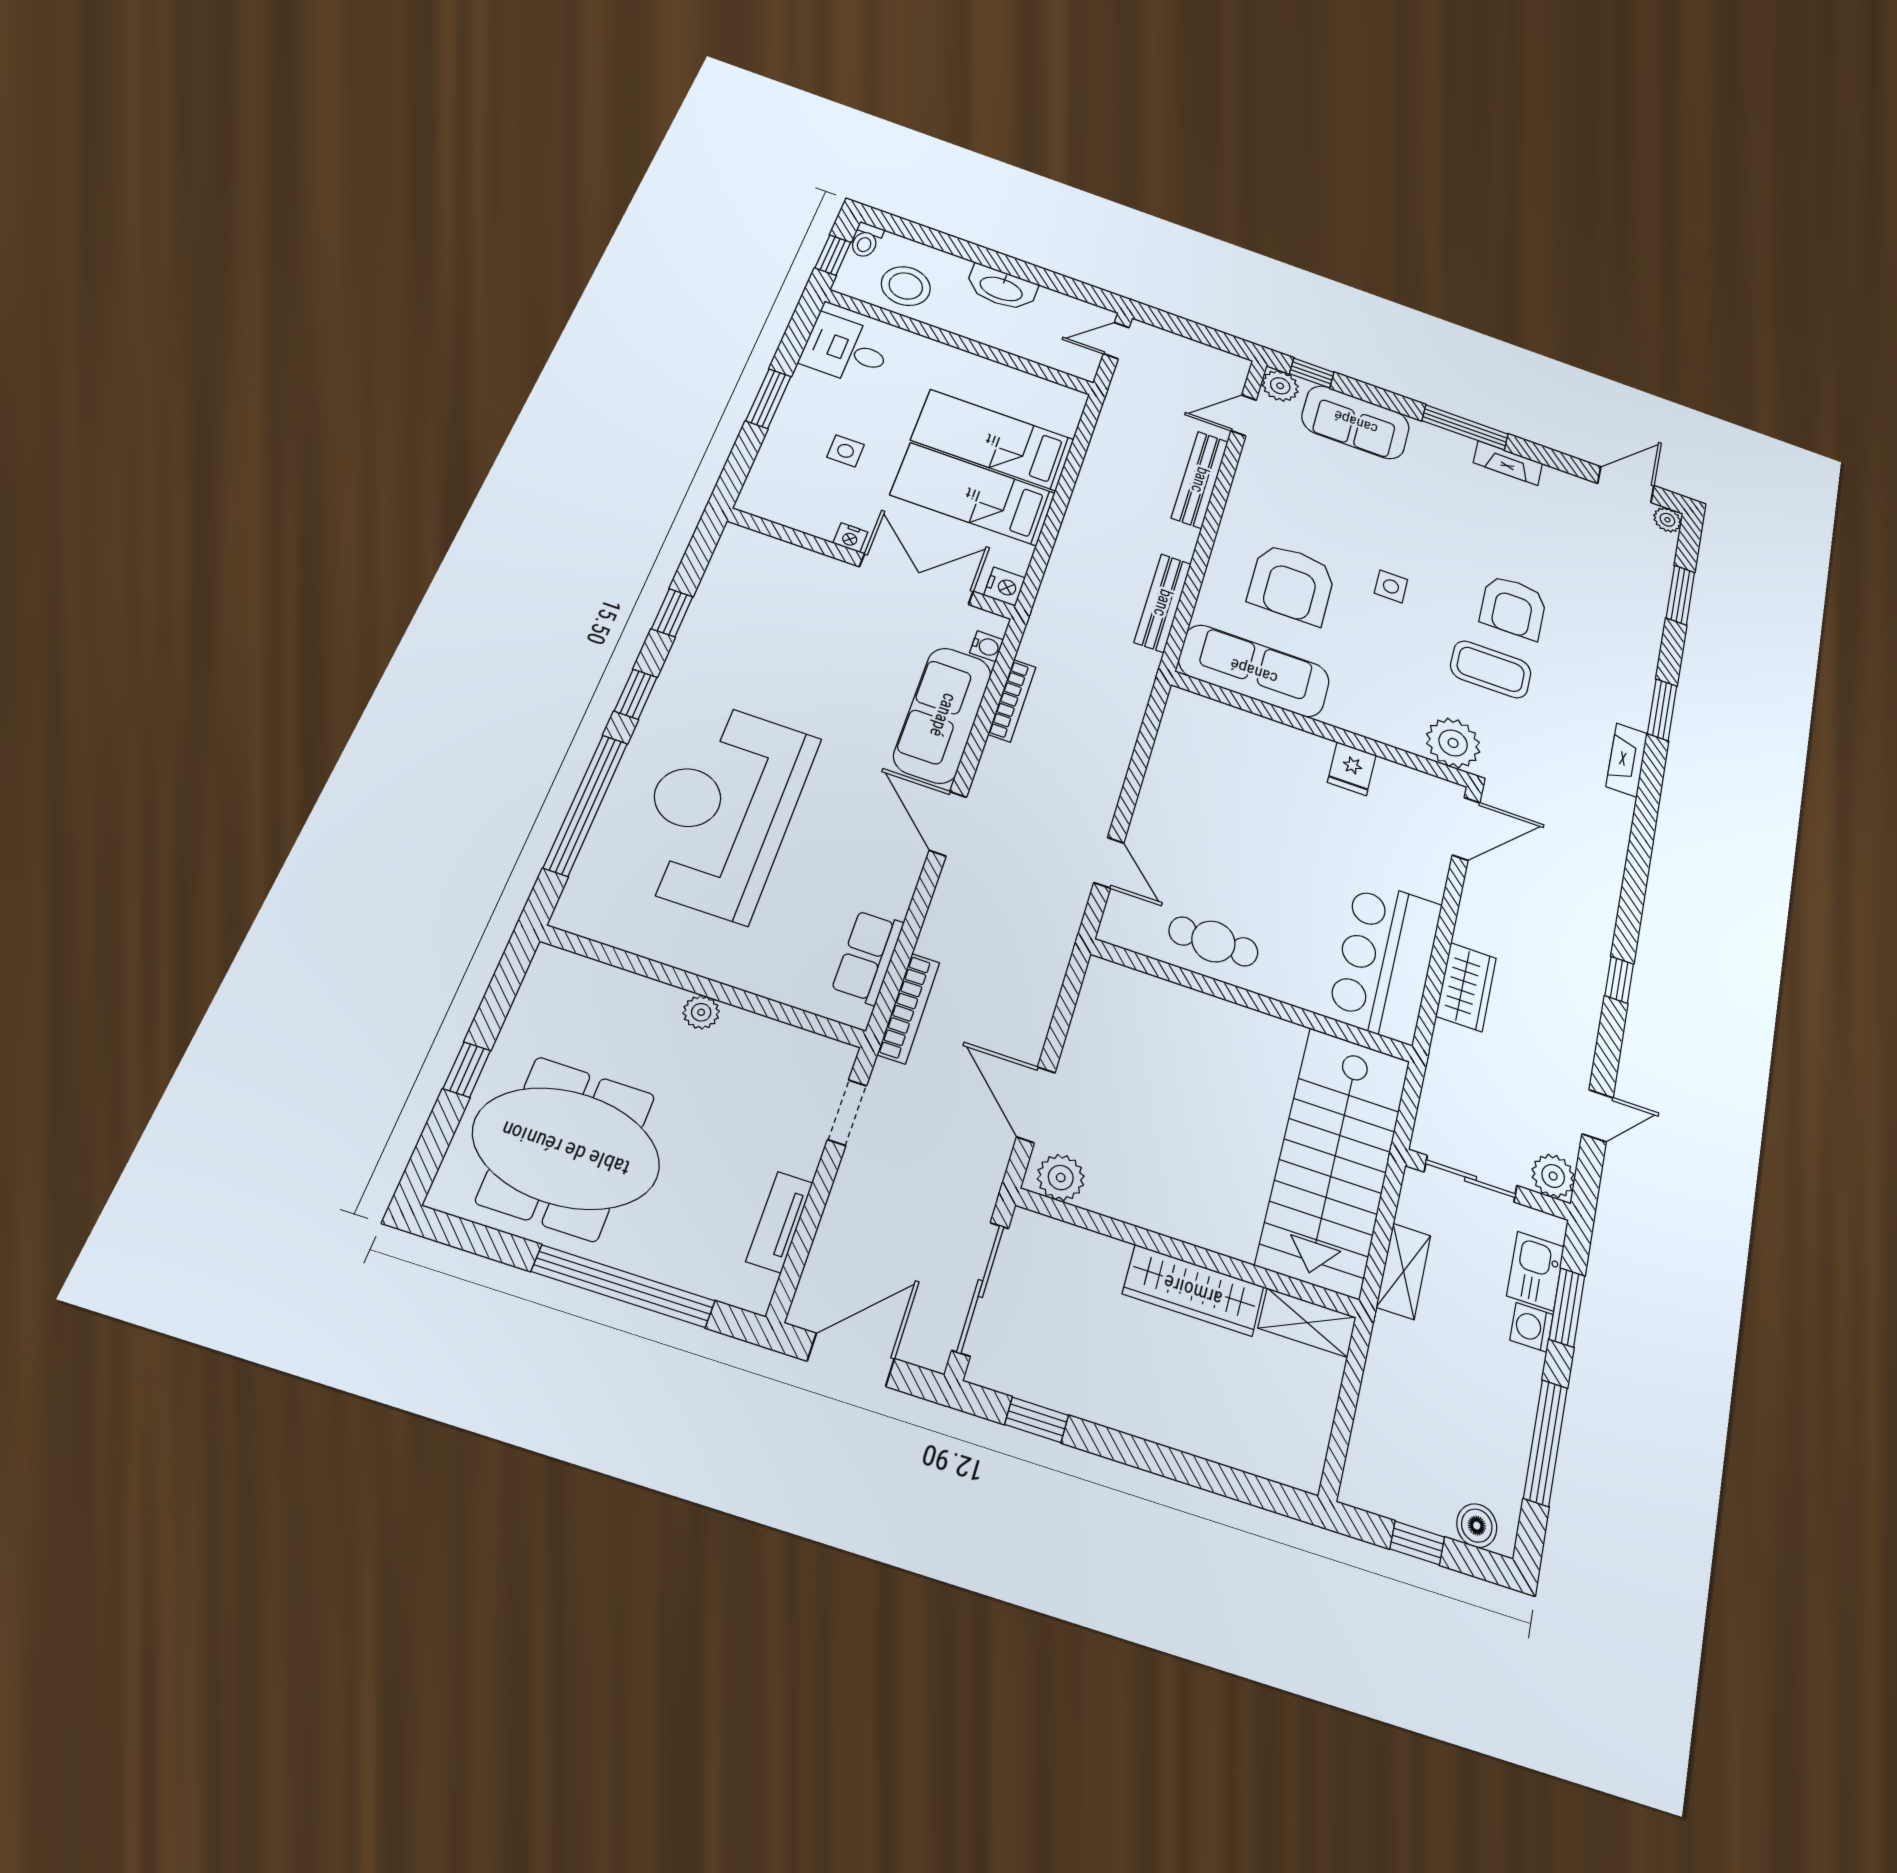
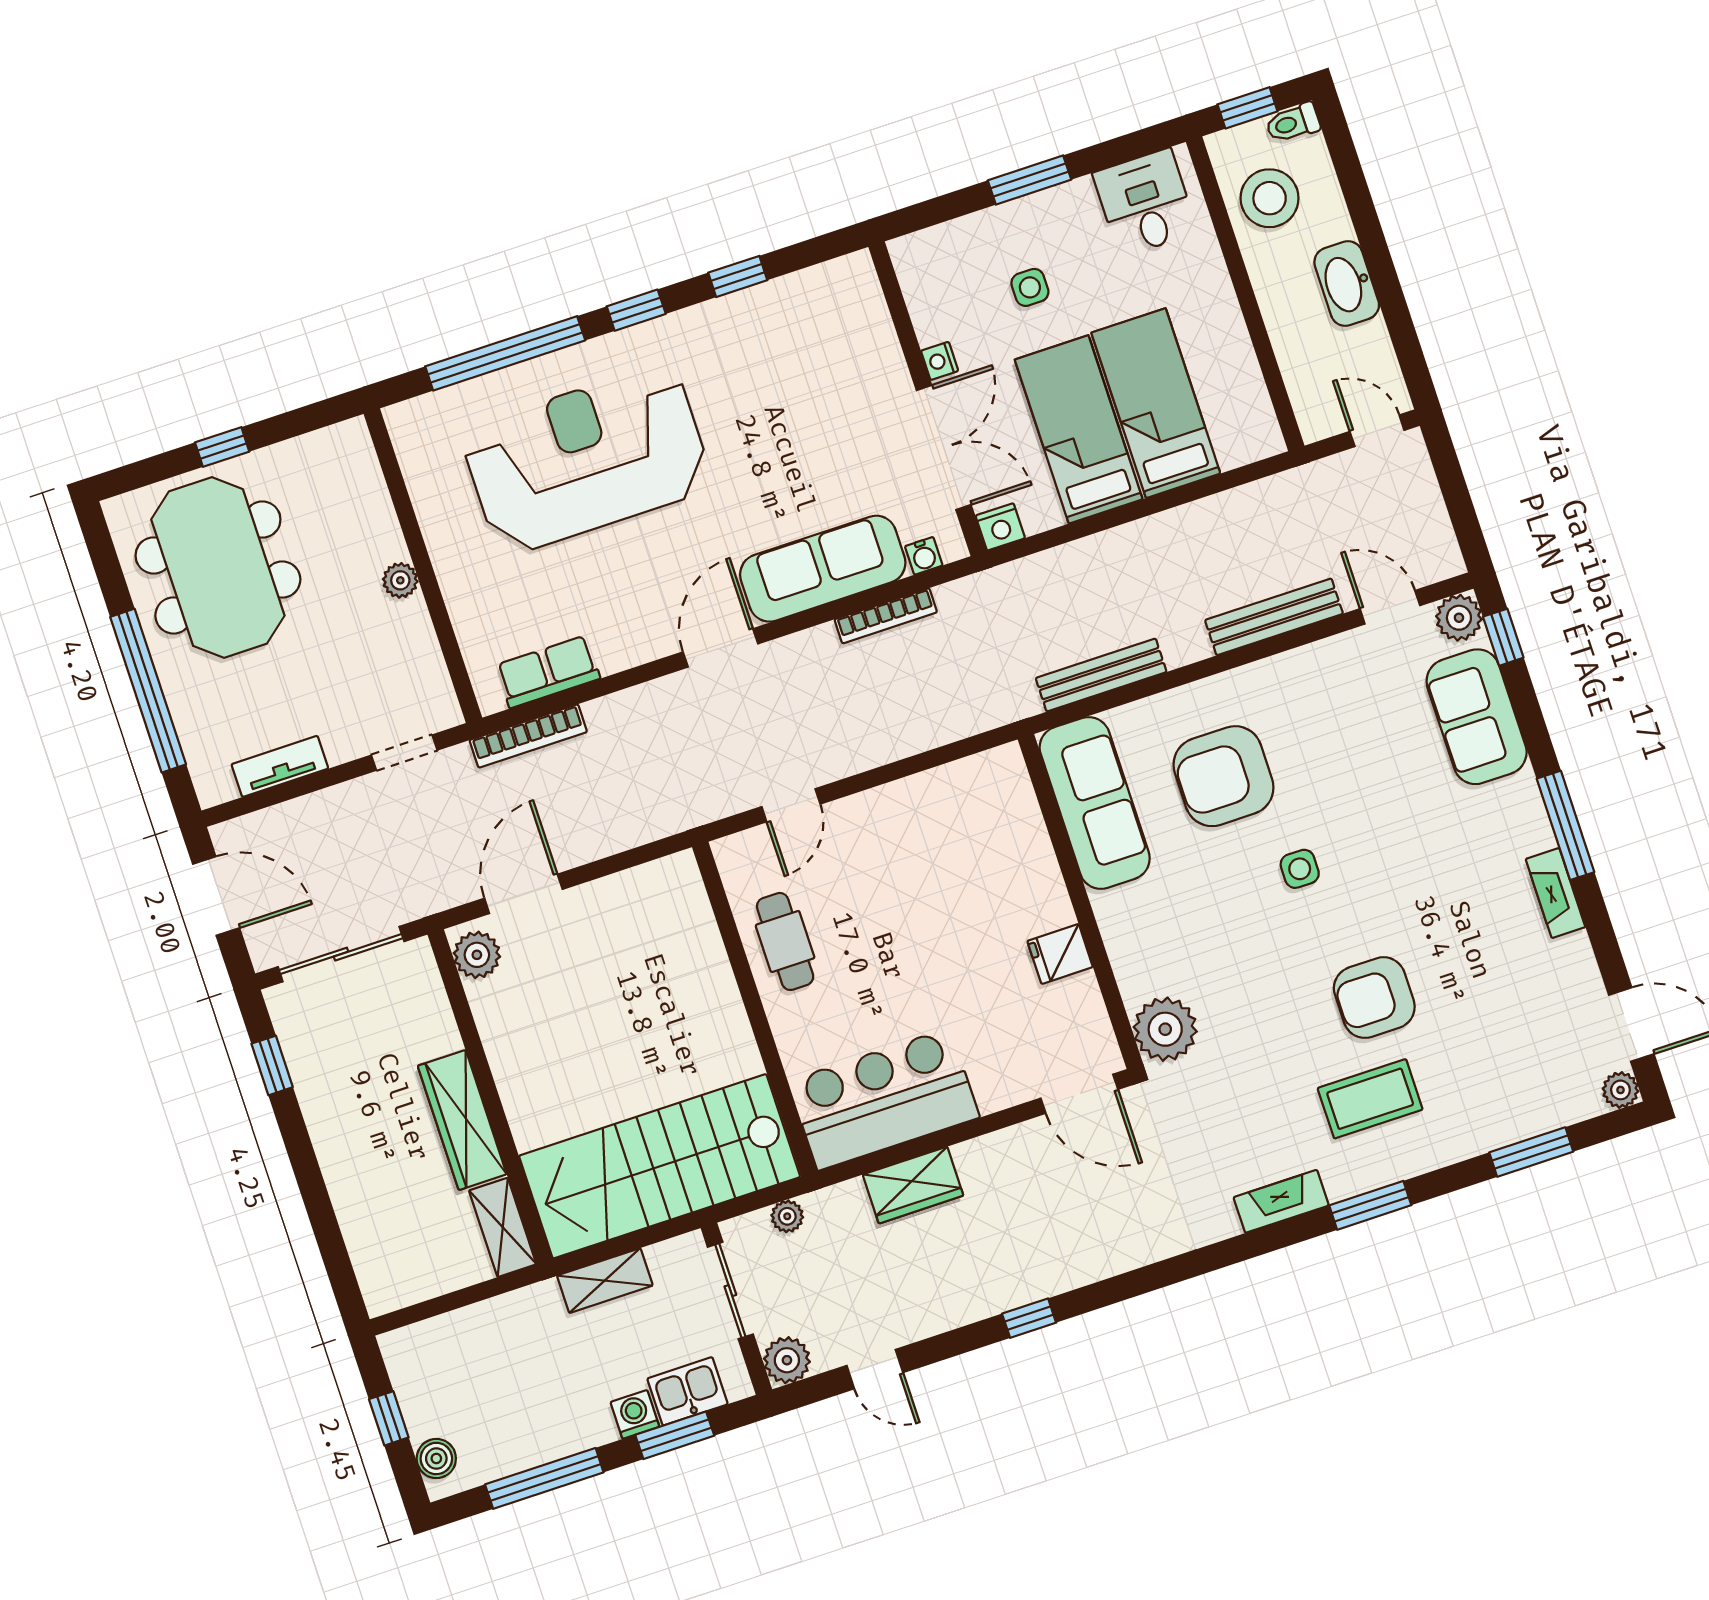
coffee table: (1491, 669) -> (1370, 1099), moved, turned 90
plant: (1435, 1094) -> (787, 1216), added

